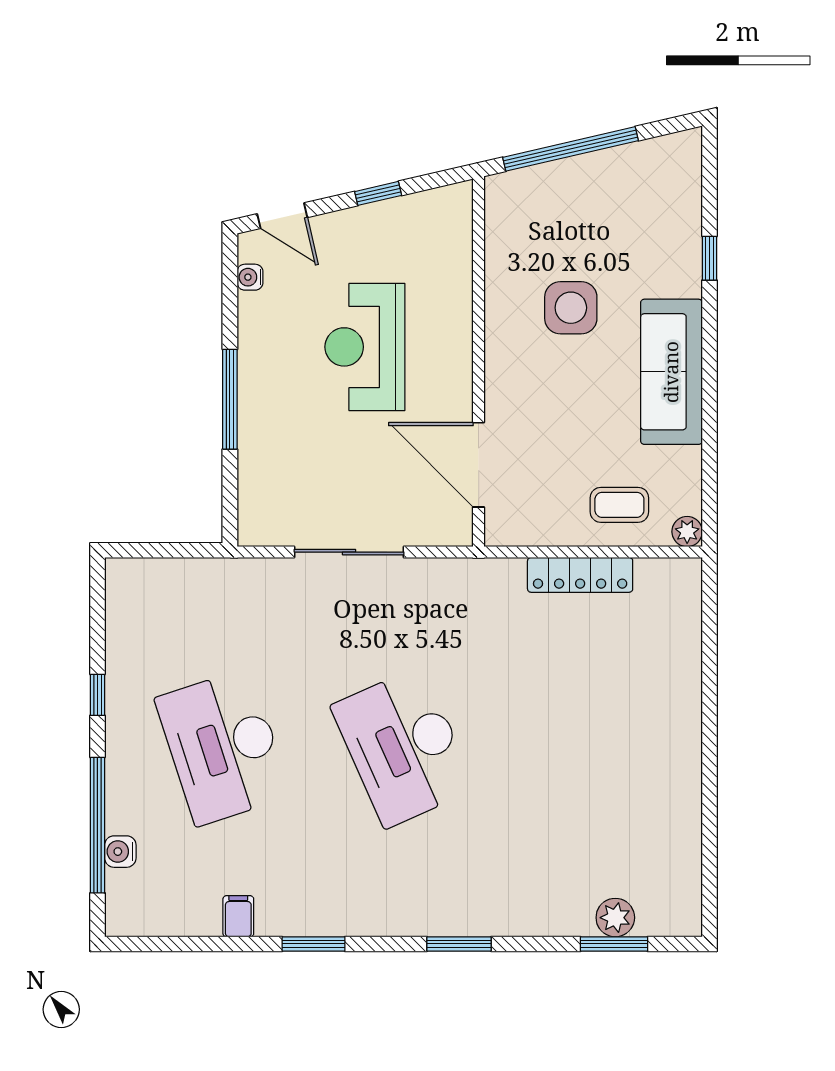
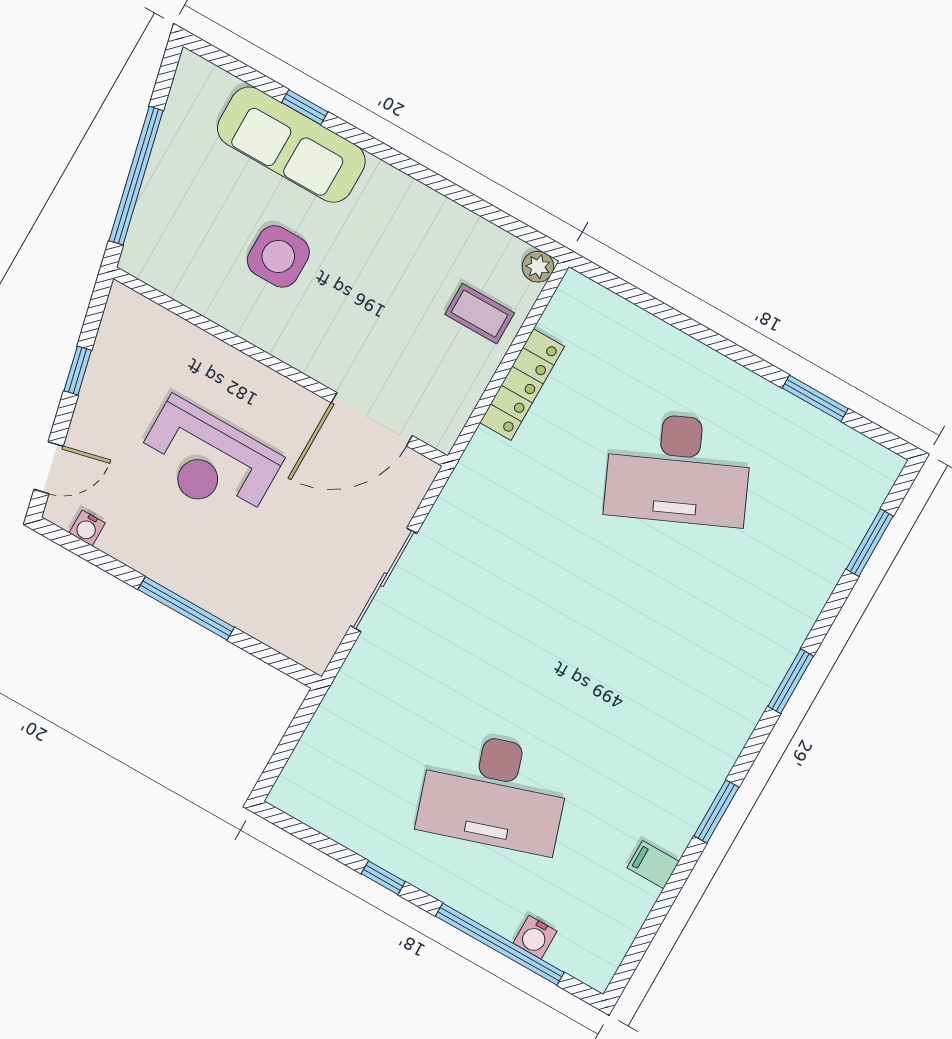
sofa: (671, 372) -> (291, 145), moved
coffee table: (619, 505) -> (480, 314), turned 90
desk: (403, 747) -> (678, 469), moved
window: (709, 829) -> (815, 398), added
plant: (615, 918) -> (847, 528), removed

